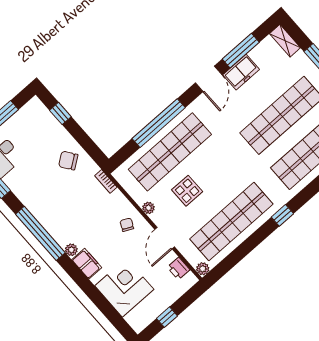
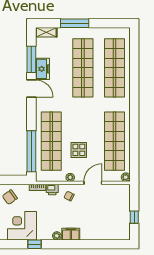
window: (159, 123) -> (31, 151), moved
window: (282, 215) -> (134, 112), removed
window: (40, 233) -> (35, 244), width x0.32
door: (165, 238) -> (93, 183), swing flipped
printer: (179, 269) -> (52, 189), moved
corner desk: (124, 288) -> (22, 226), moved

